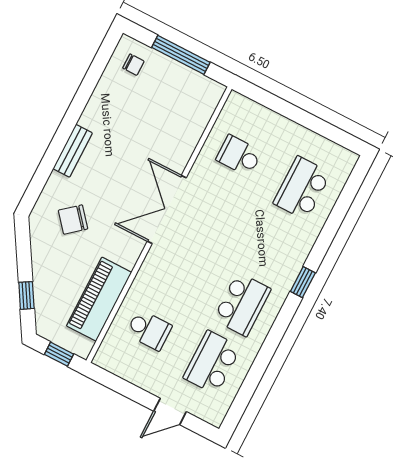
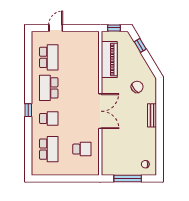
school desk: (149, 330) -> (49, 119), moved, turned 180

